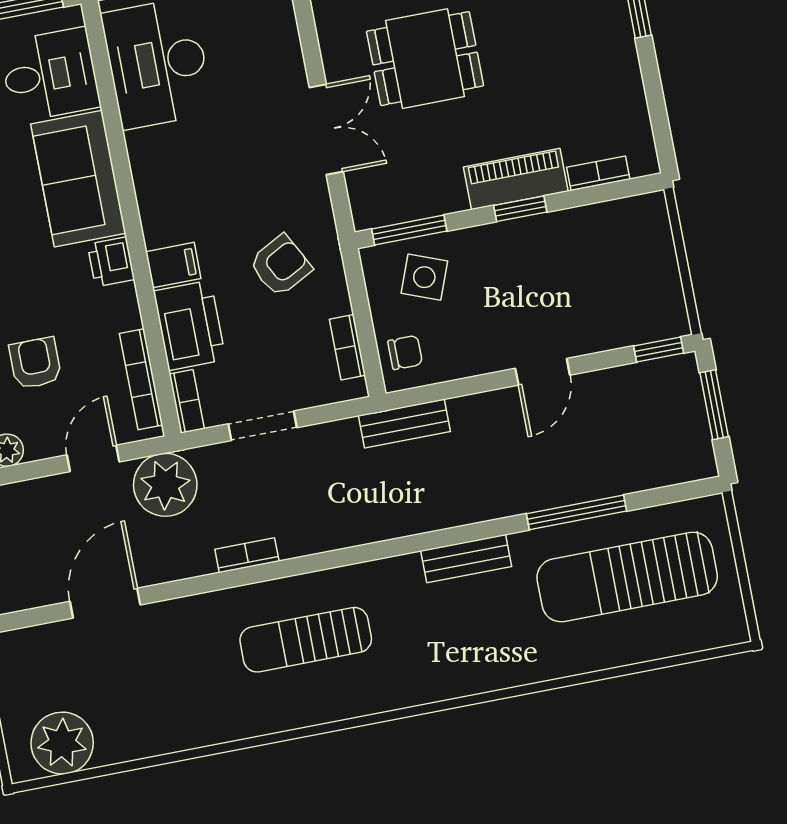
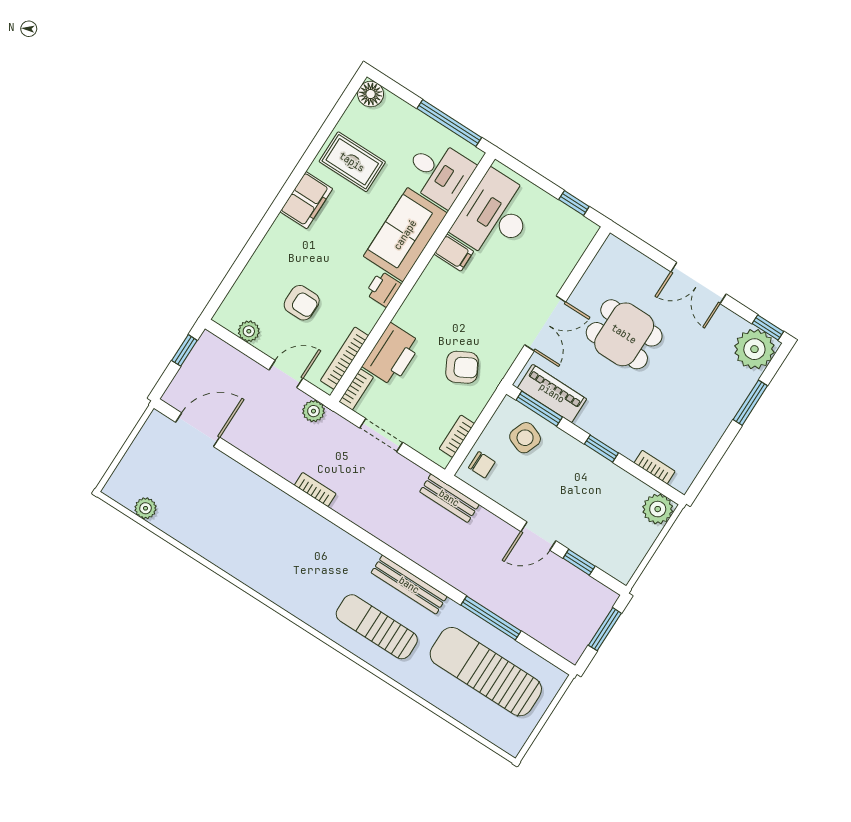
piano: (516, 179) -> (552, 393), moved
plant: (646, 216) -> (658, 509), added
filing cabinet: (173, 265) -> (454, 253), moved
window: (659, 349) -> (579, 562), moved
armchair: (35, 363) -> (302, 303), turned 90
plant: (165, 485) -> (313, 411), width x0.53, depth x0.53
bench: (466, 558) -> (409, 585), width x1.36
door: (105, 603) -> (198, 430), moved
sun lounger: (306, 640) -> (377, 627), moved
plant: (62, 743) -> (146, 508), width x0.53, depth x0.53

